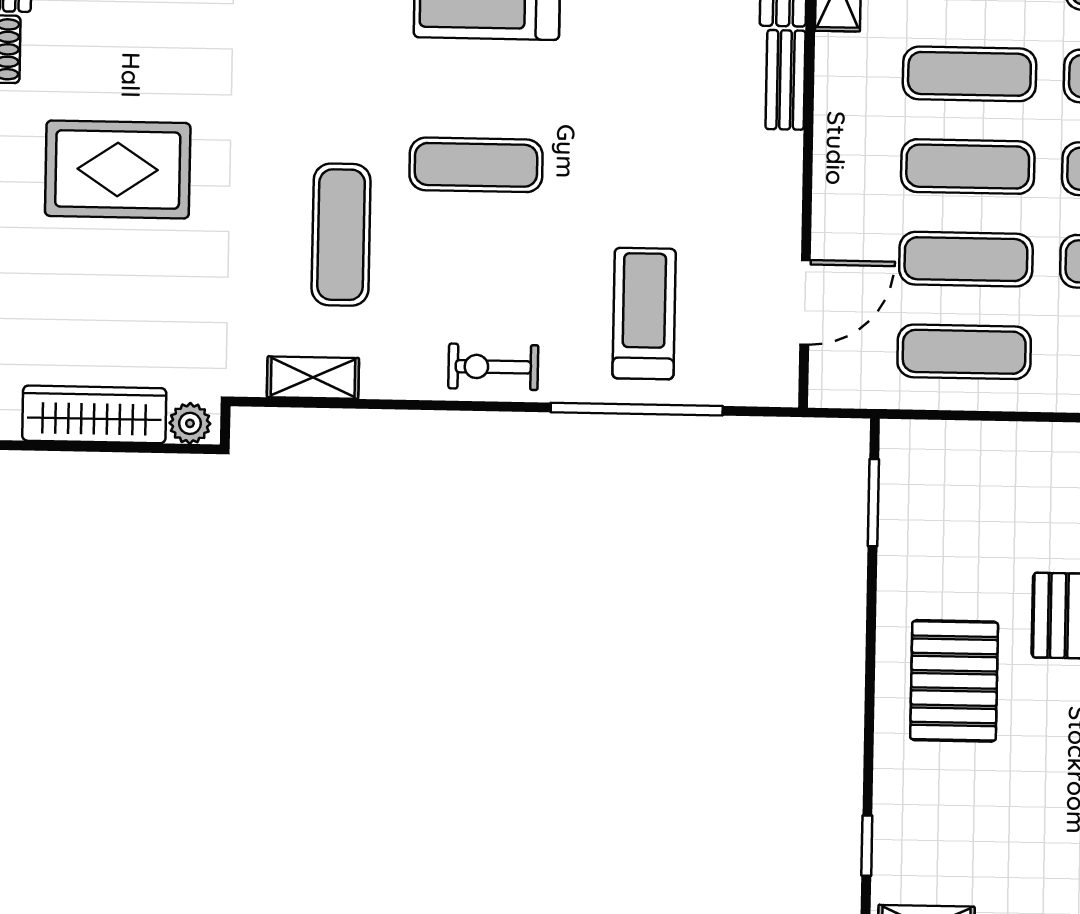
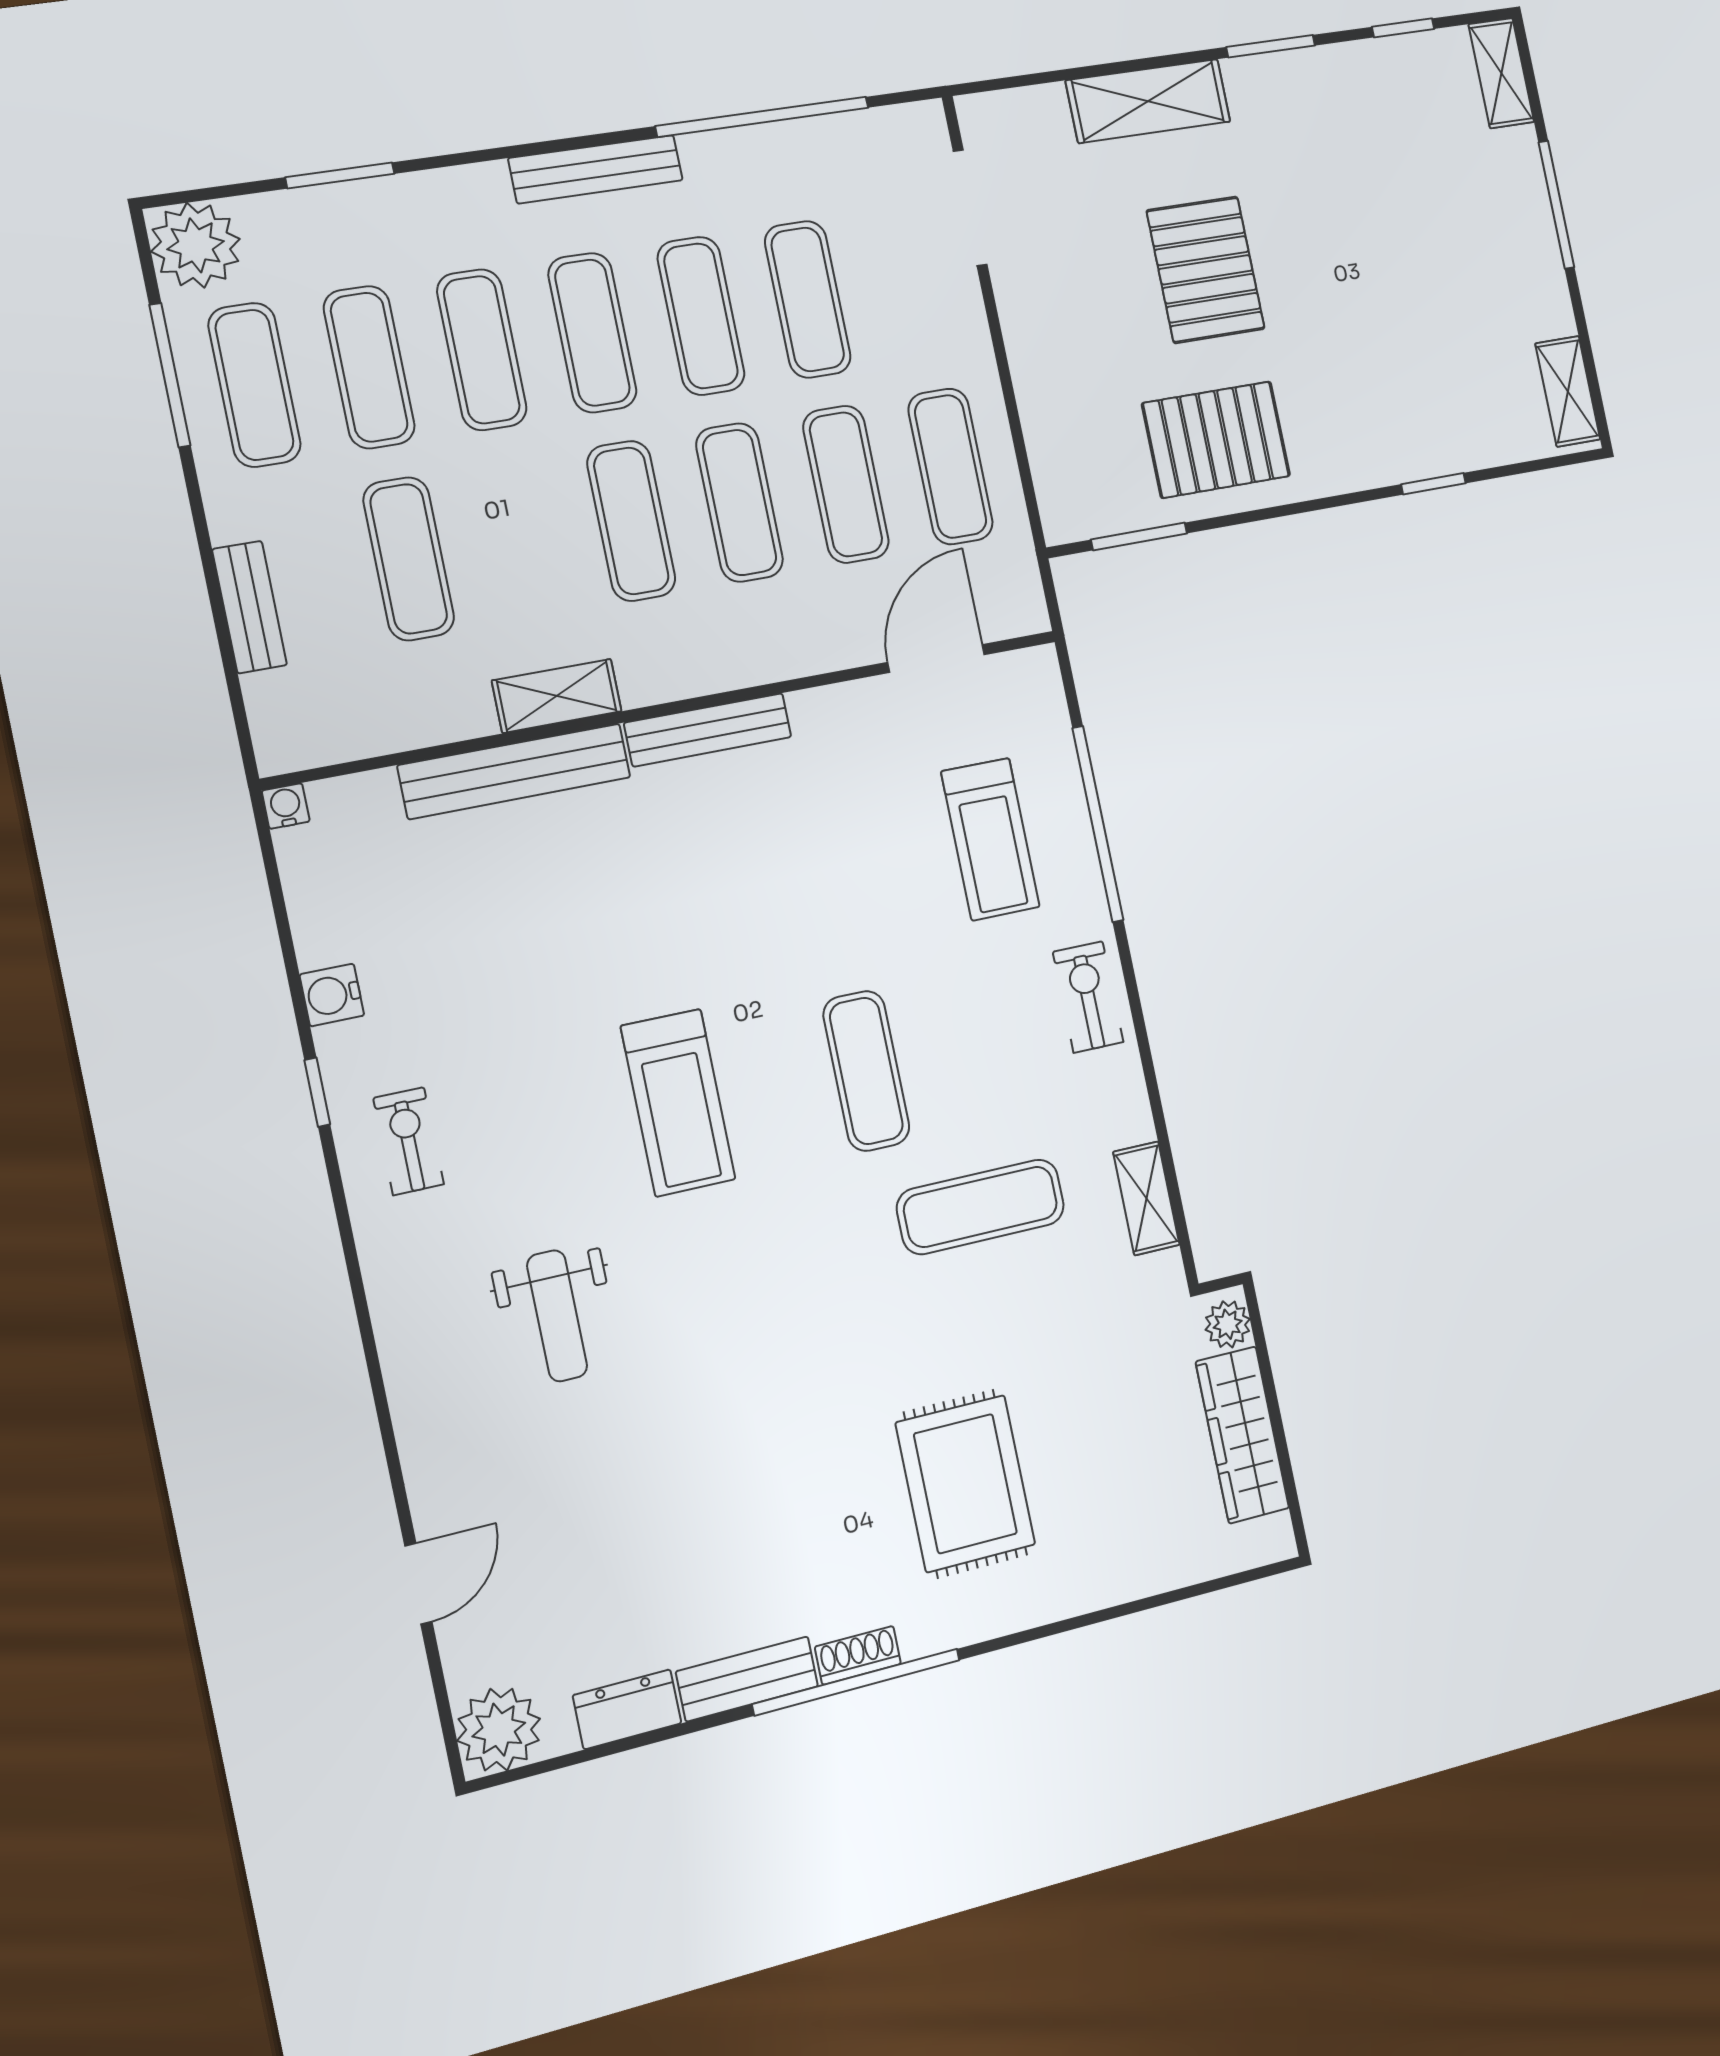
bench: (786, 80) -> (708, 730), width x1.36
door: (805, 302) -> (936, 659), hinge flipped
treadmill: (644, 314) -> (990, 839), turned -90
exercise bike: (493, 367) -> (1088, 997), turned 180
pallet: (954, 681) -> (1216, 440), moved
window: (867, 846) -> (1433, 484), moved

